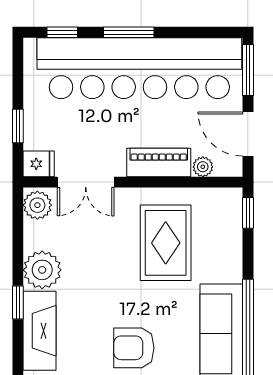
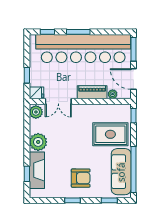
rug: (166, 243) -> (110, 134), moved, turned 90
window: (18, 303) -> (27, 174), moved
armchair: (134, 348) -> (81, 178), turned 180

